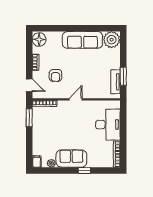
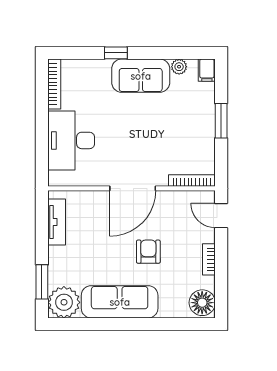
armchair: (56, 75) -> (148, 252), moved
window: (123, 76) -> (42, 282), moved
door: (76, 99) -> (133, 188), width x1.87
window: (29, 118) -> (221, 121), moved

